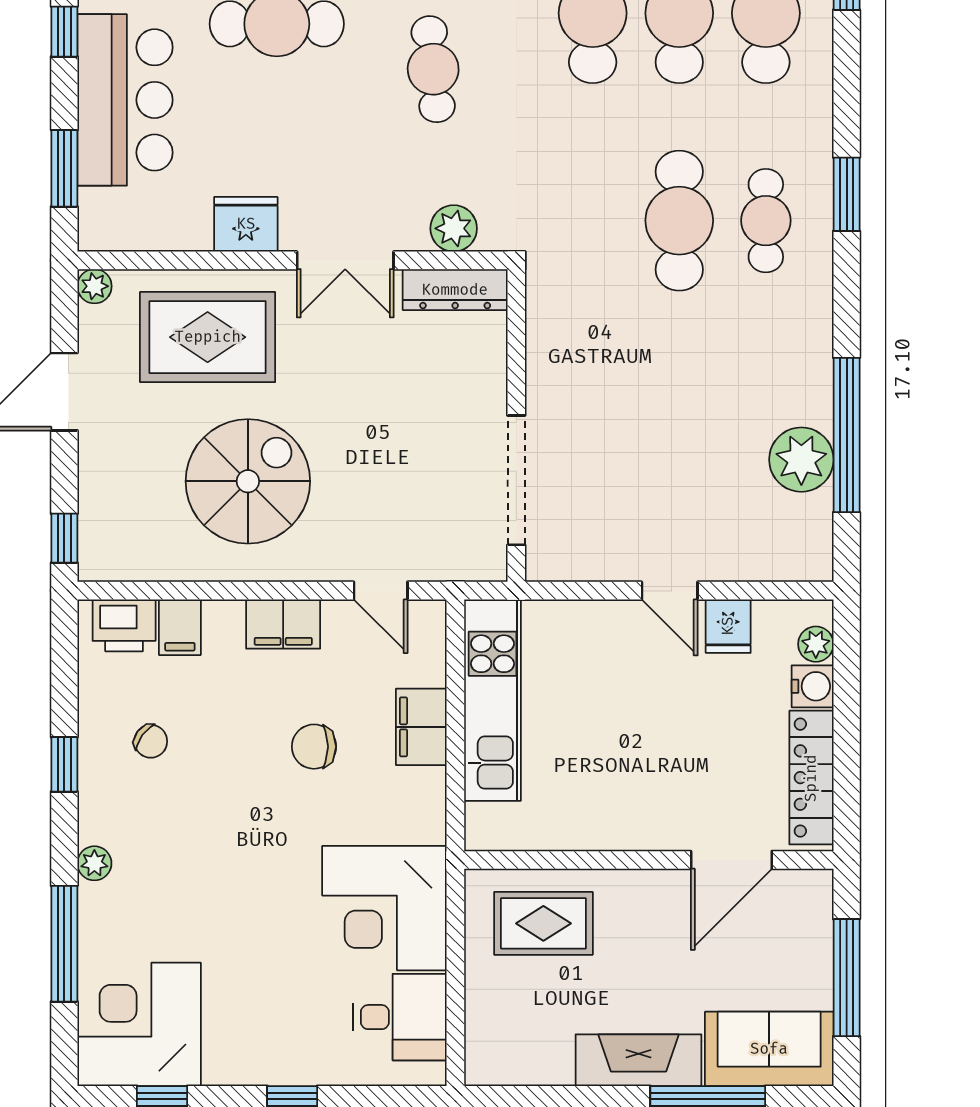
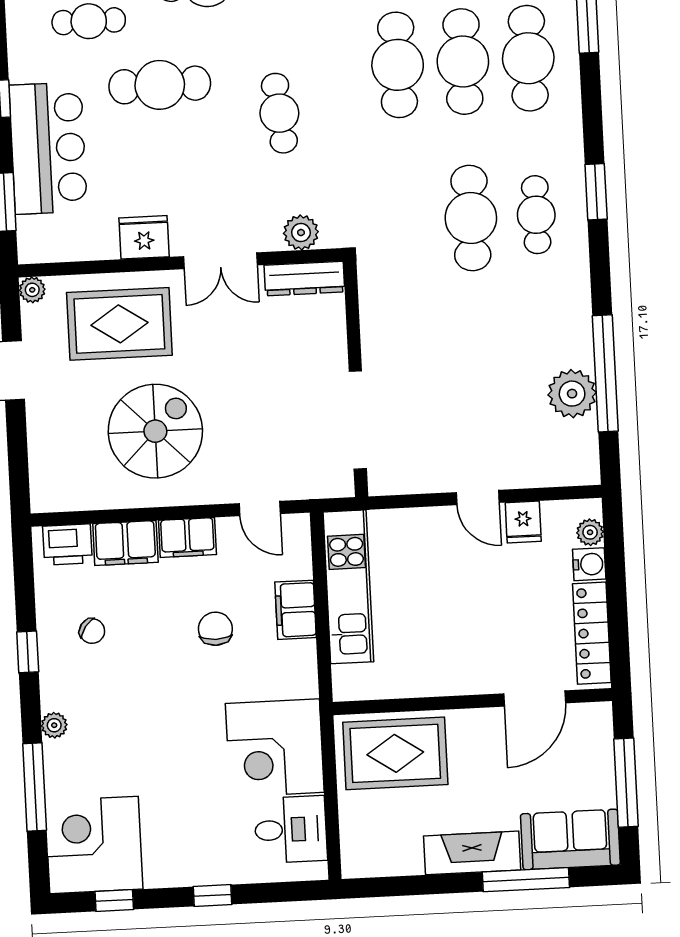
window: (64, 538) -> (19, 481), removed
filing cabinet: (180, 627) -> (125, 543), width x2.00
chair: (314, 747) -> (215, 629), turned 90
rug: (543, 923) -> (395, 753), width x1.36, depth x1.43

